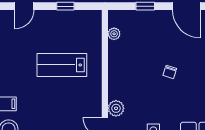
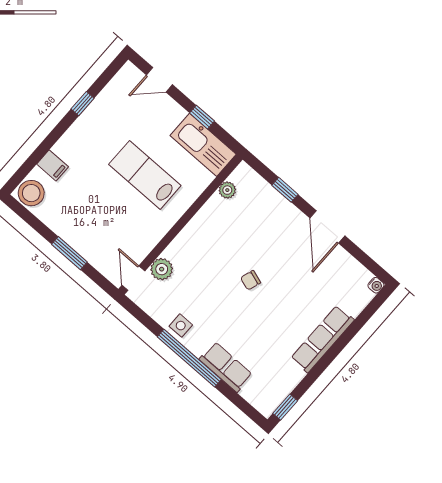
kitchen sink: (79, 21) -> (203, 145), added

